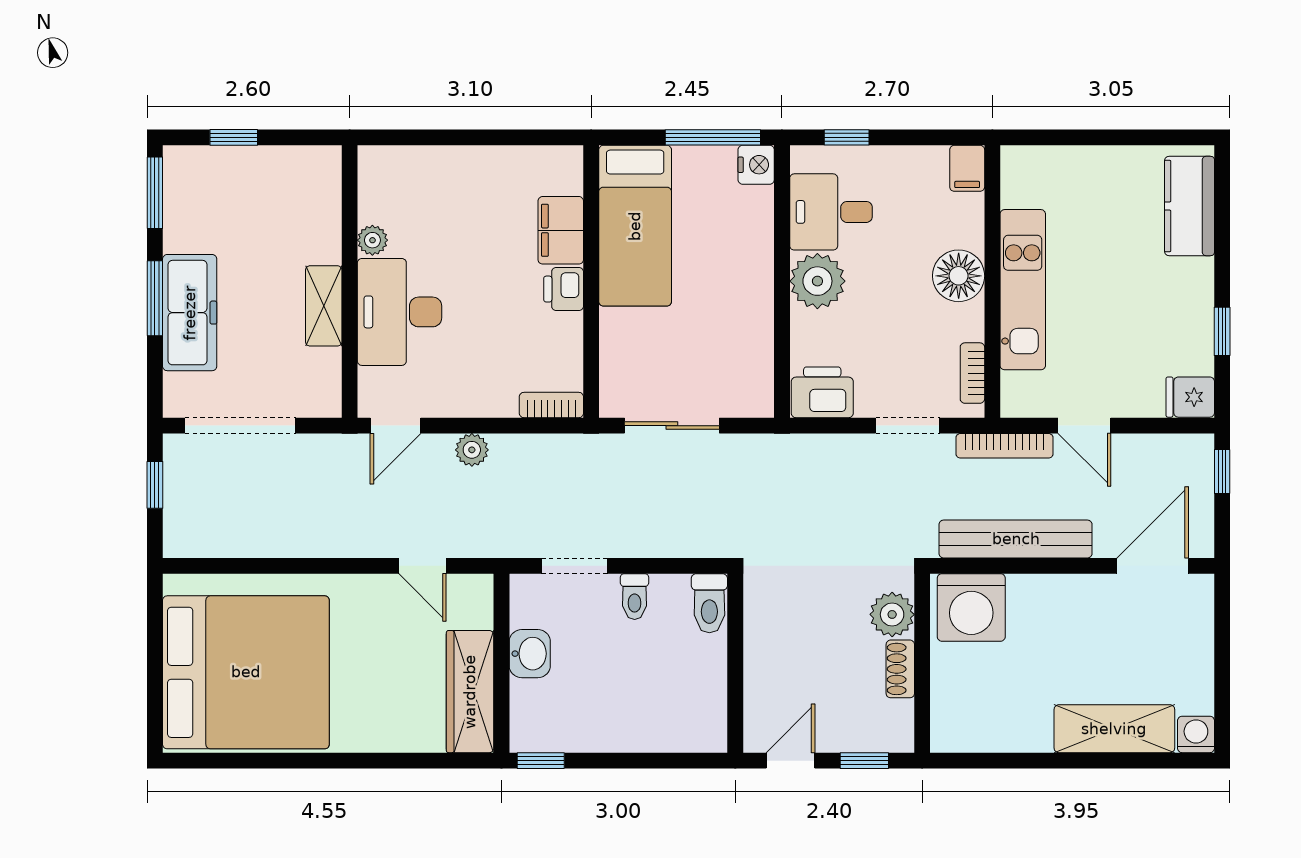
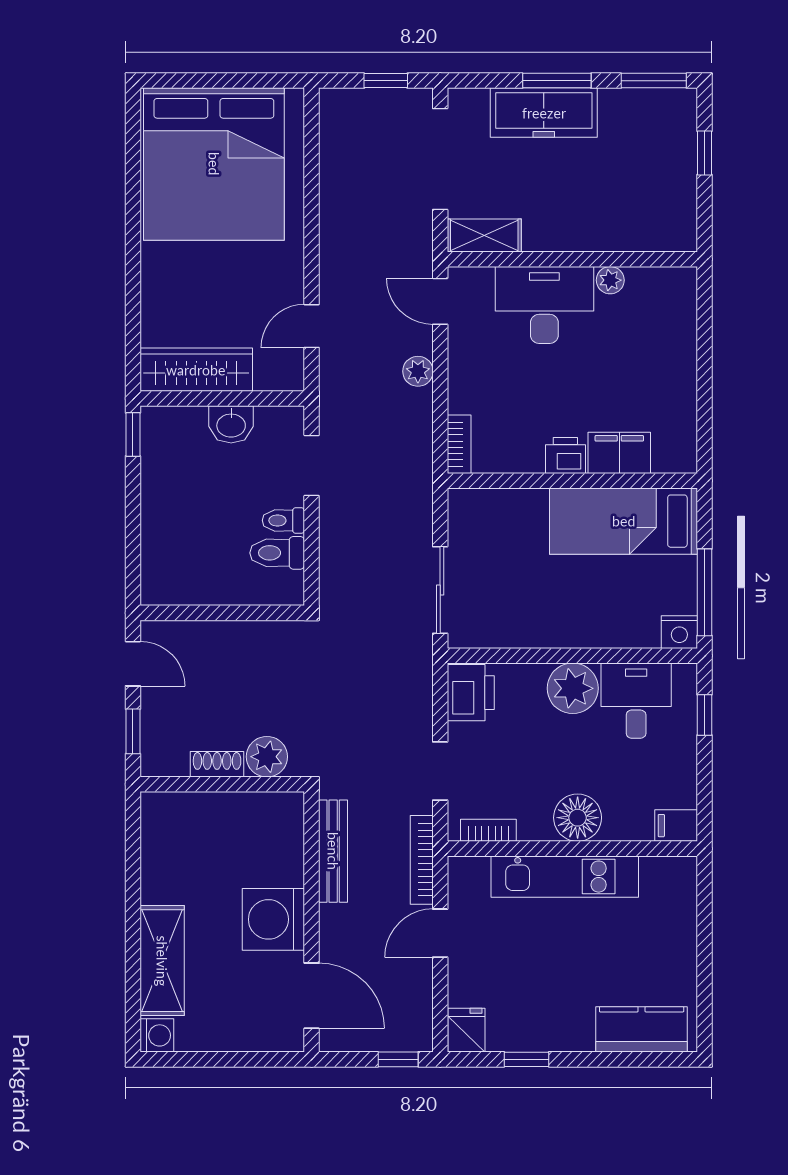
shelving: (324, 306) -> (484, 235), moved
sliding door: (672, 426) -> (440, 590), moved
bench: (1016, 539) -> (333, 851), width x0.73, depth x0.82
toilet: (709, 603) -> (277, 553), moved
washing machine: (971, 607) -> (273, 919), moved

